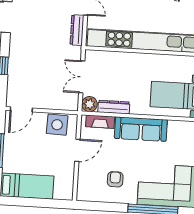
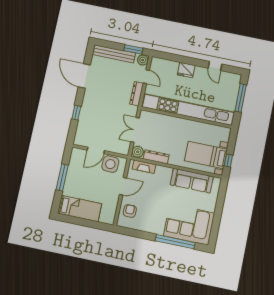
door: (21, 109) -> (96, 150), moved
sofa: (141, 129) -> (192, 181), moved
armchair: (115, 179) -> (130, 211), moved

